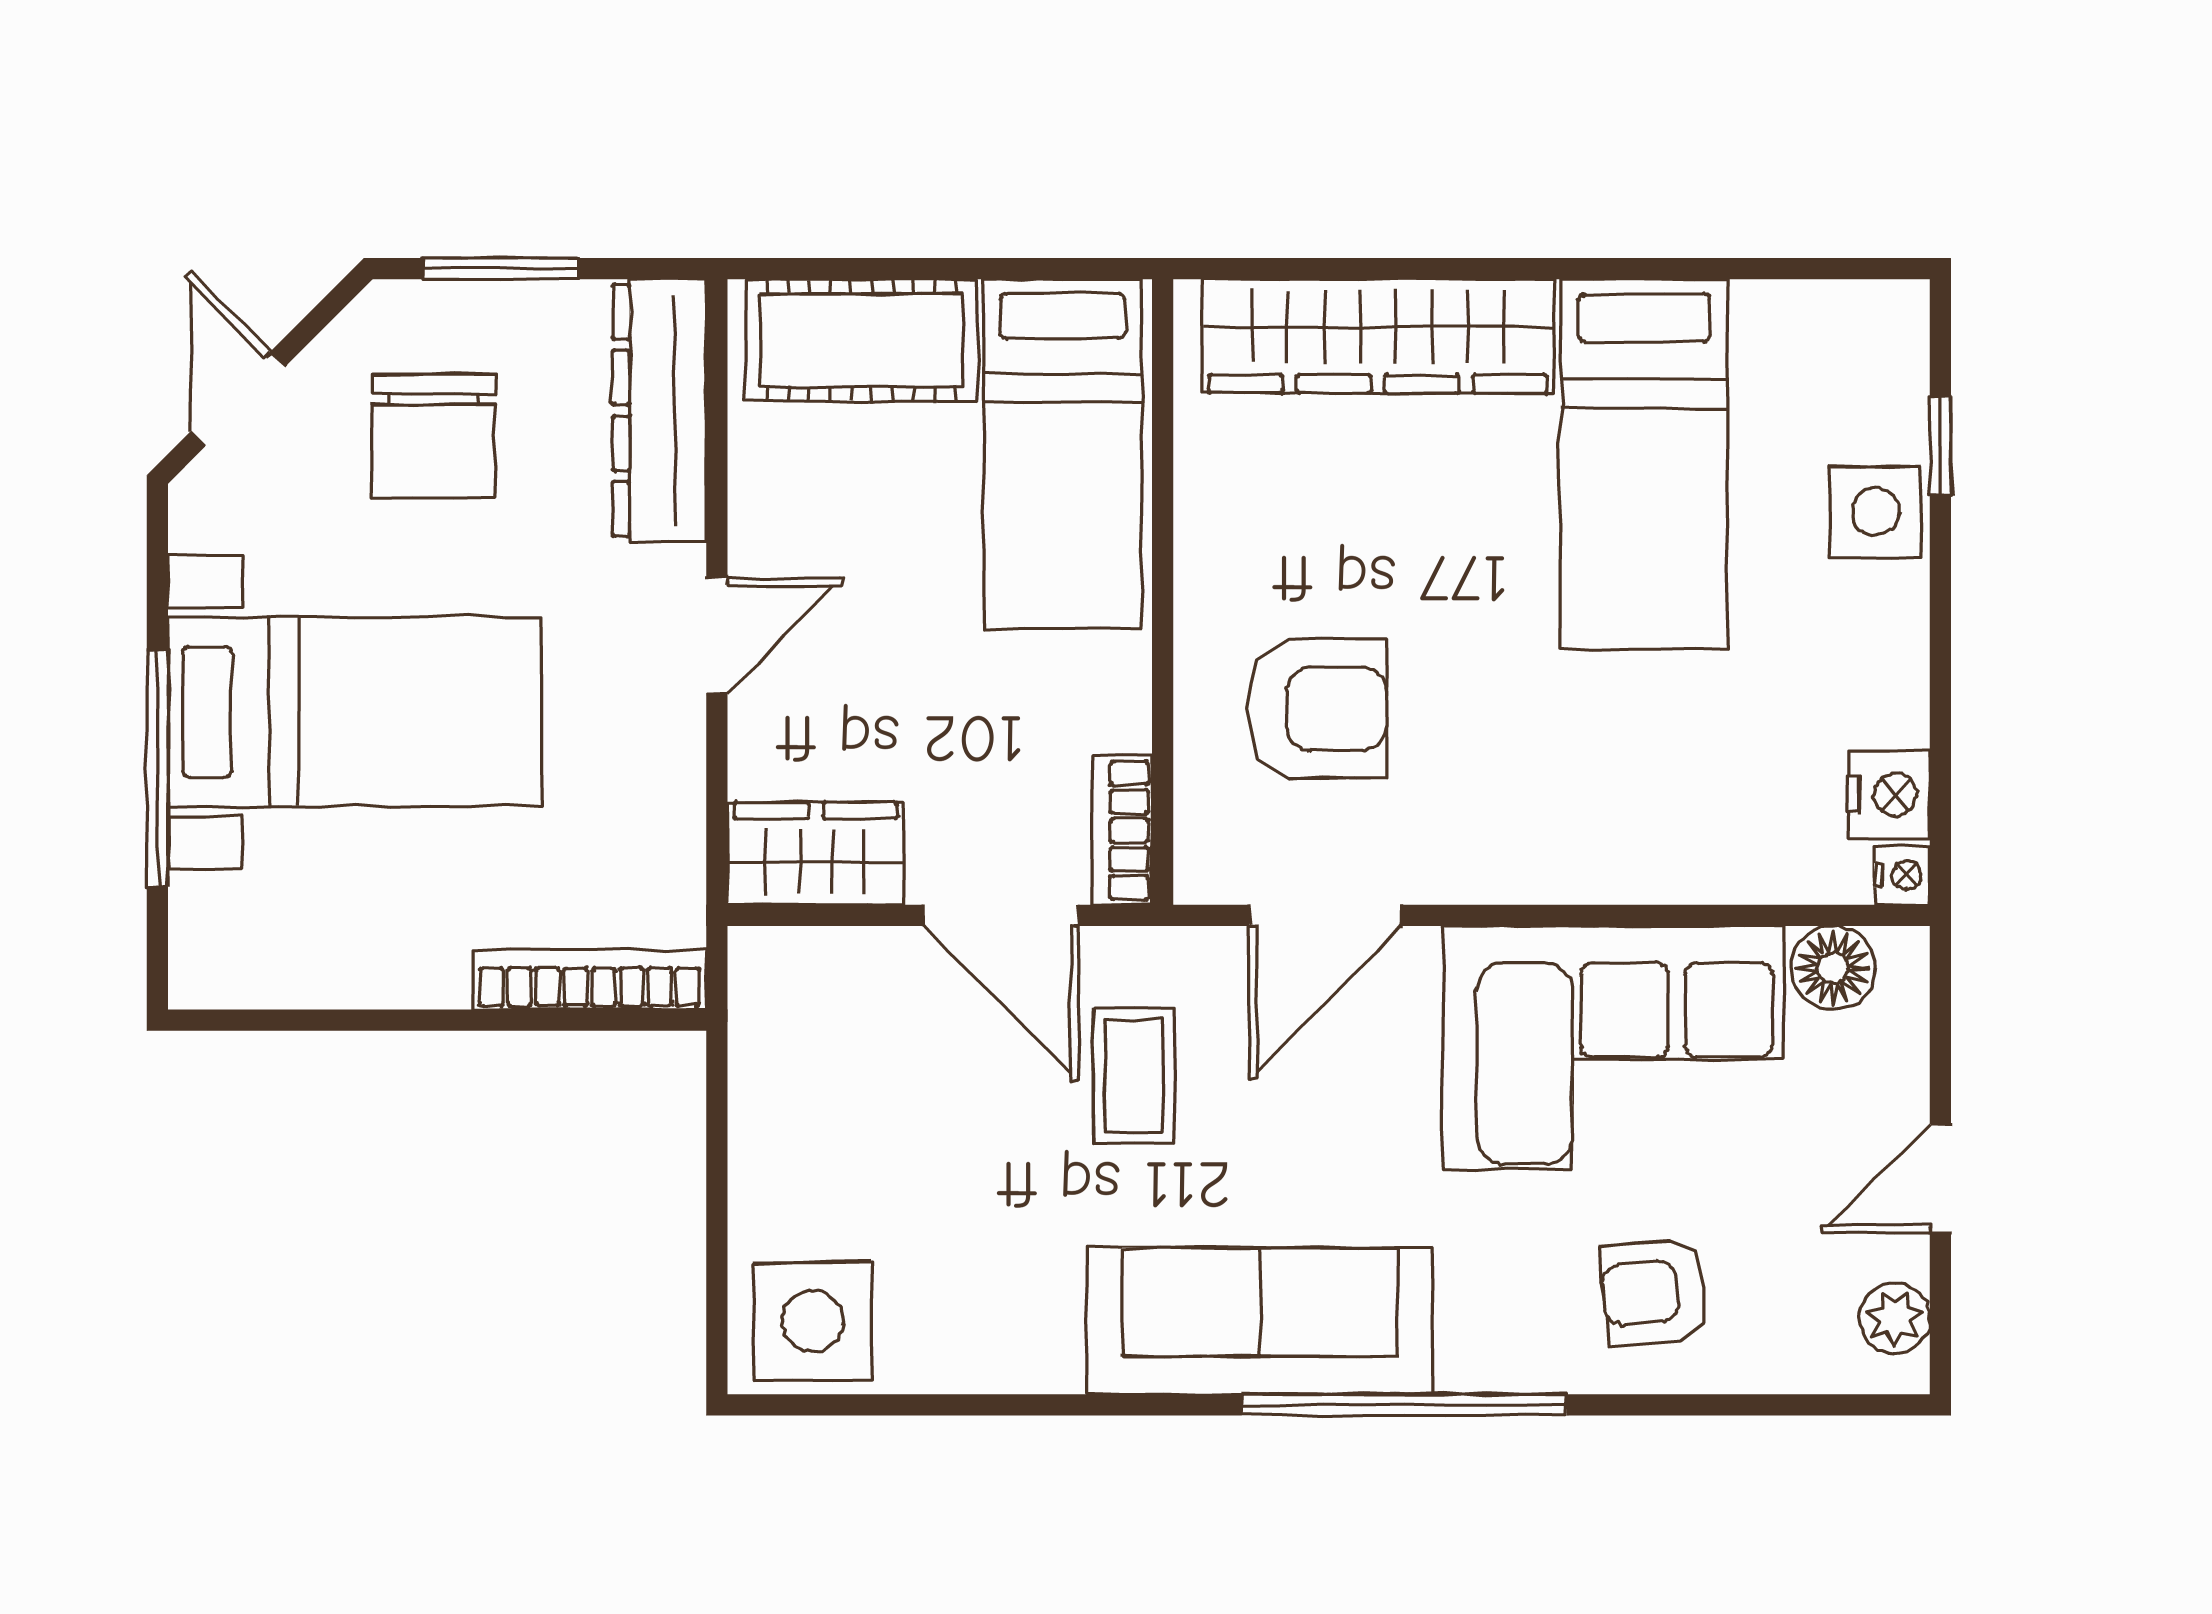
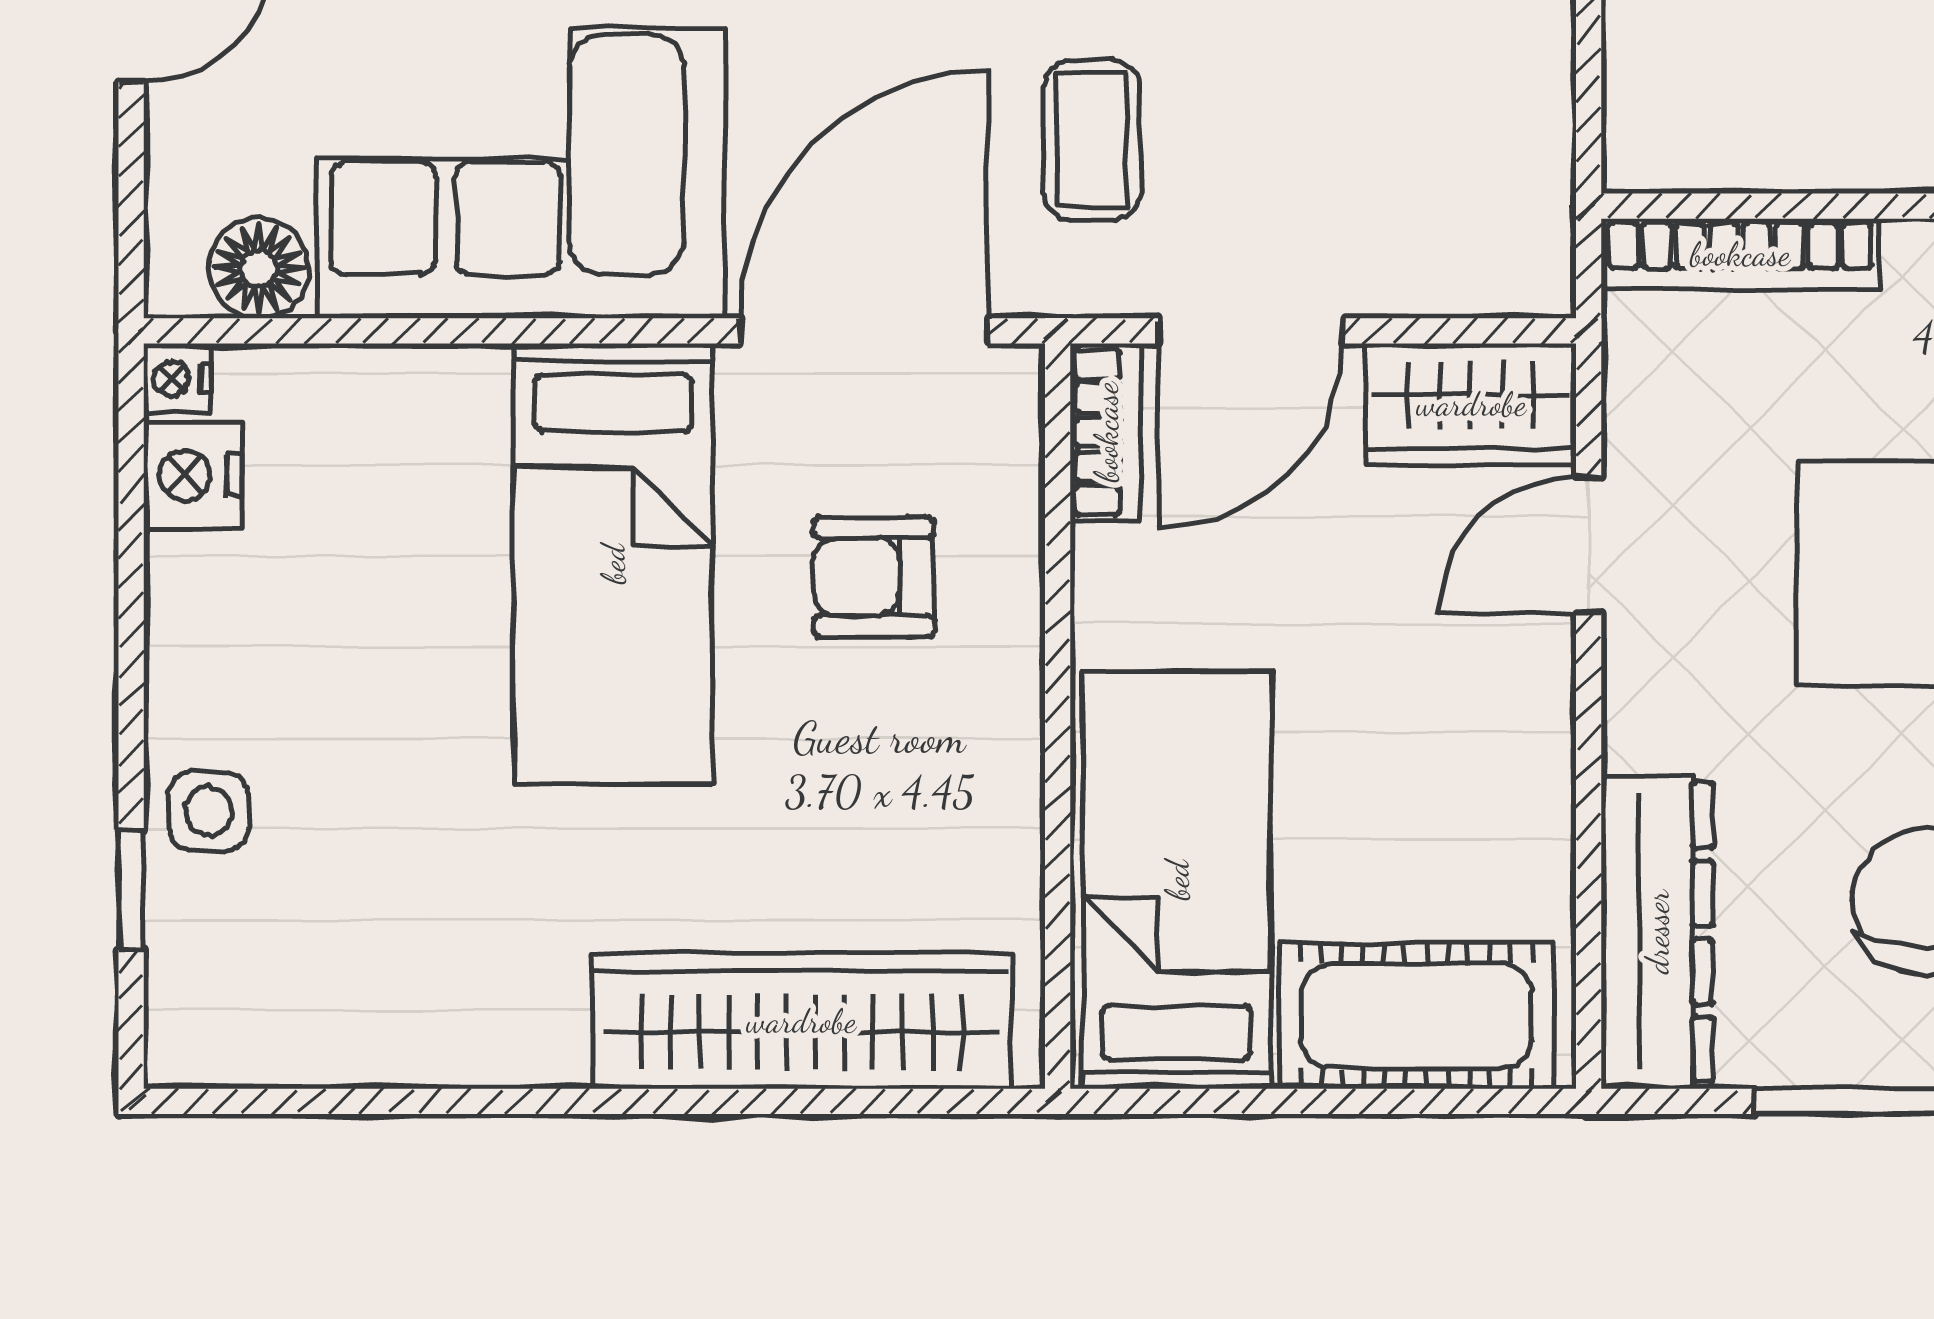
bed: (1644, 464) -> (613, 564), moved, turned 180
side table: (1876, 512) -> (208, 811), width x0.73, depth x0.73
door: (717, 635) -> (1589, 545), moved
armchair: (1317, 709) -> (873, 577), width x0.72, depth x0.72
door: (1001, 915) -> (1250, 331), swing flipped
door: (1325, 915) -> (864, 331), width x1.36

